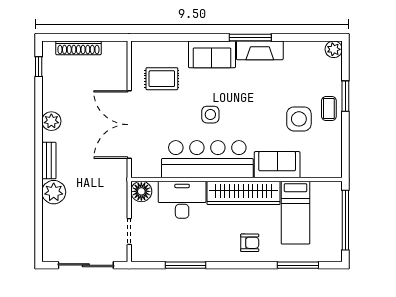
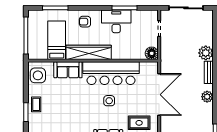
side table: (299, 119) -> (38, 75), moved
desk: (182, 200) -> (116, 21), moved, turned 180

